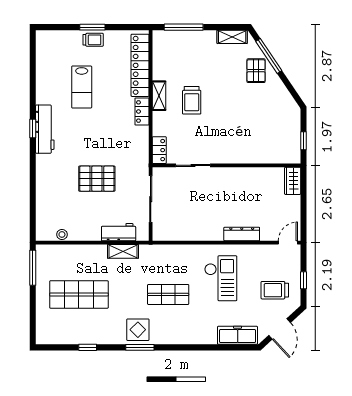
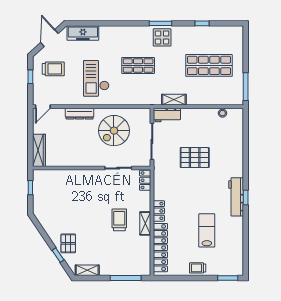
window: (92, 27) -> (228, 278), moved
window: (269, 56) -> (58, 255), width x0.46
wardrobe: (293, 181) -> (39, 150), width x1.50
spiral stairs: (198, 213) -> (114, 131), added
workbench: (119, 232) -> (167, 115), moved

